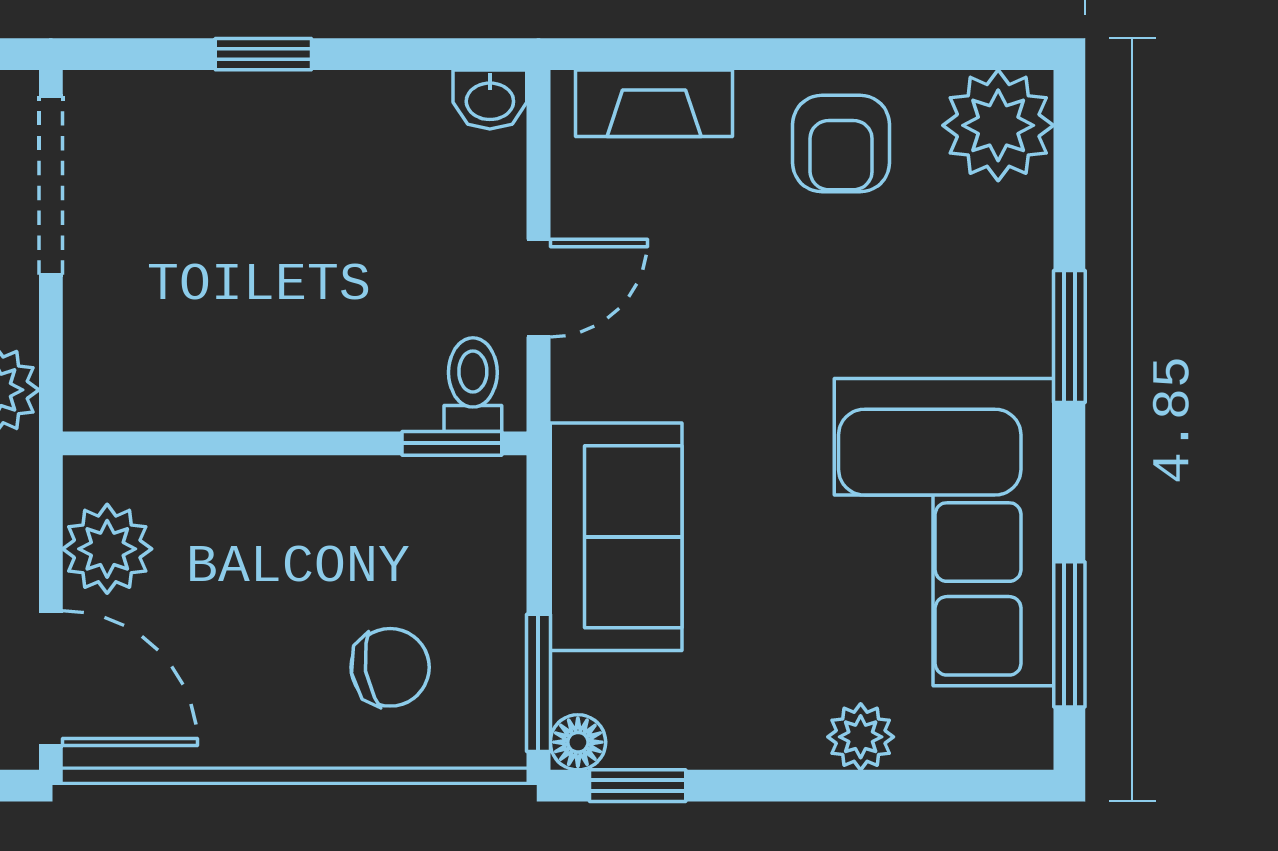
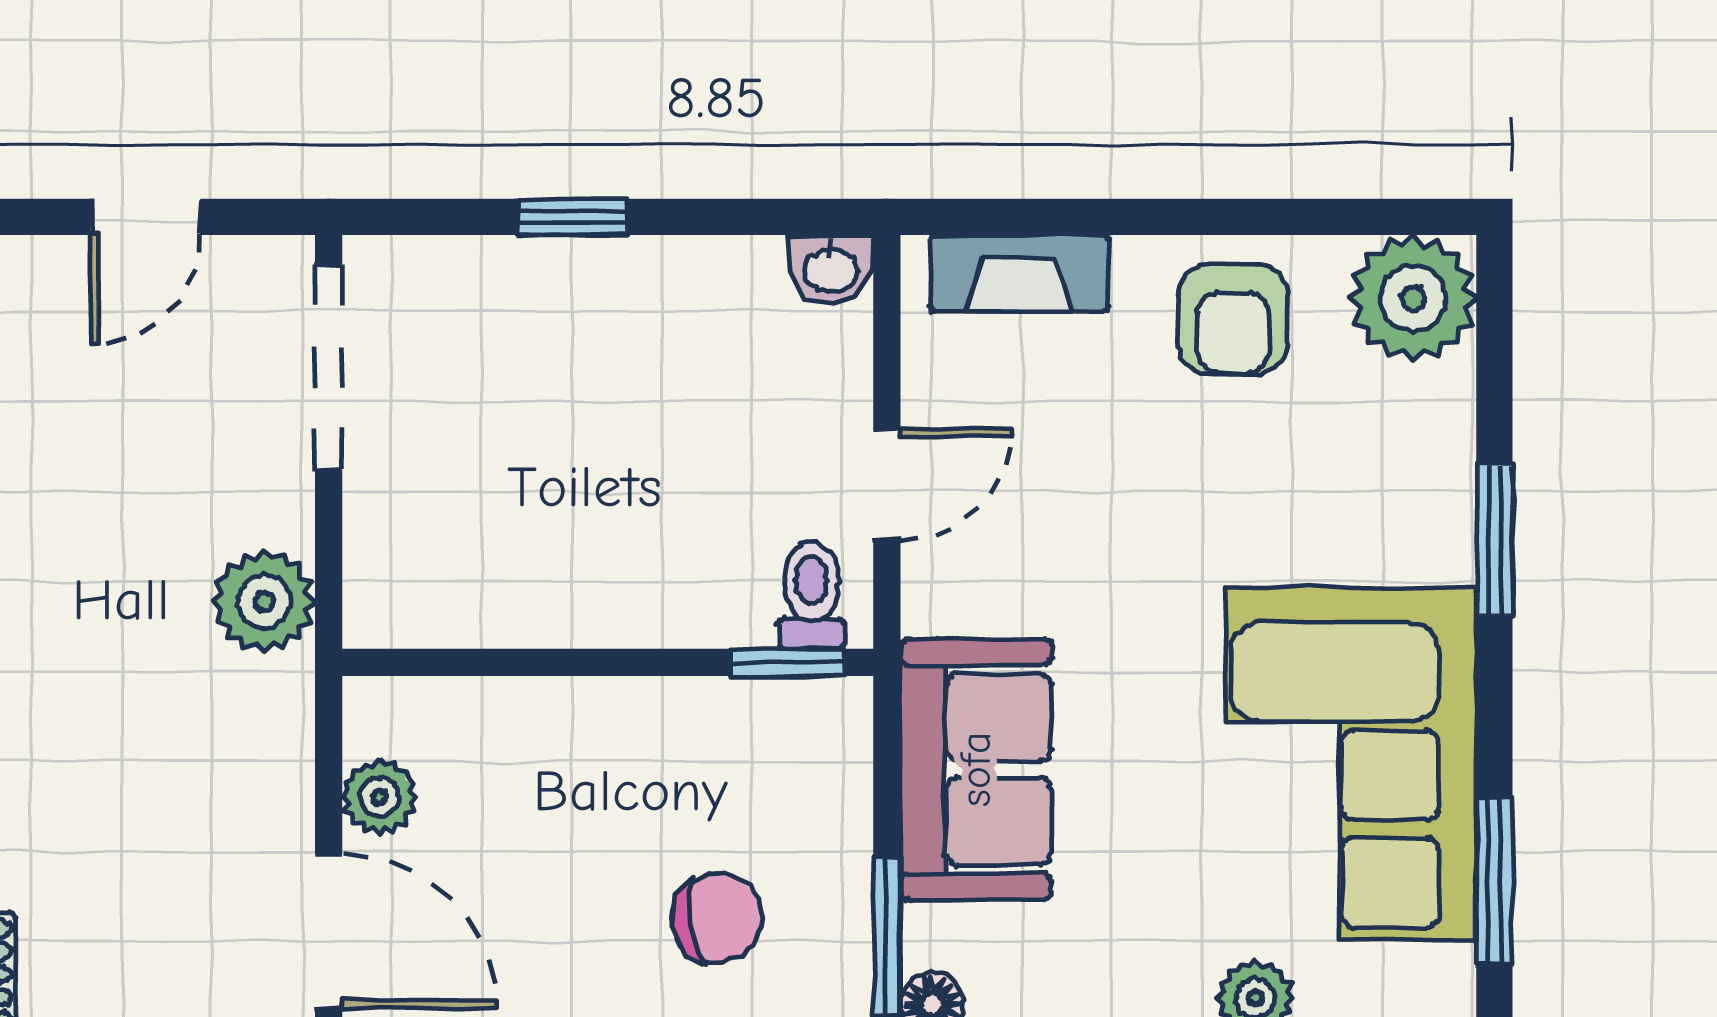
plant: (107, 549) -> (379, 797), width x0.73, depth x0.73

